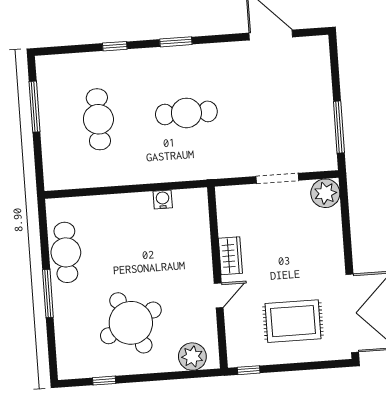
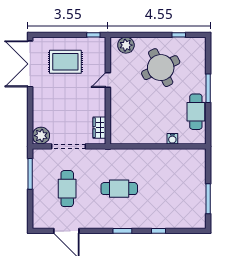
cafe table: (98, 119) -> (67, 189), moved
doorway: (277, 178) -> (68, 146), width x1.36
water cooler: (163, 199) -> (172, 139), moved
wardrobe: (230, 256) -> (99, 128), moved

